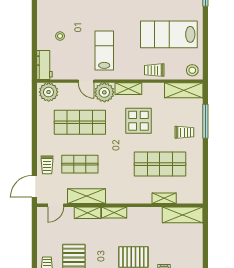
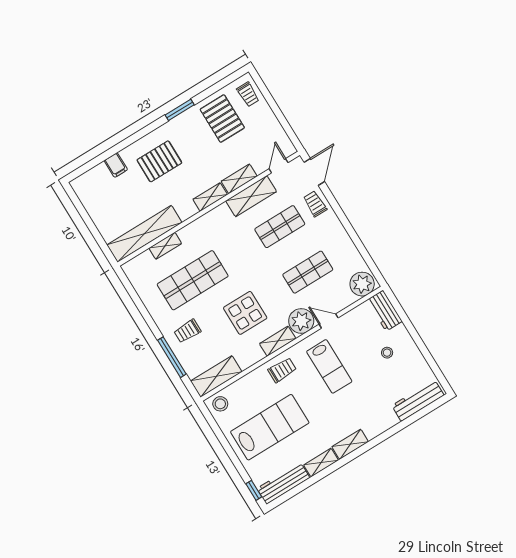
trolley: (154, 70) -> (282, 370), moved
shop shelf: (80, 122) -> (308, 272), width x0.70, depth x0.74
shelving: (183, 215) -> (144, 234), width x1.47

